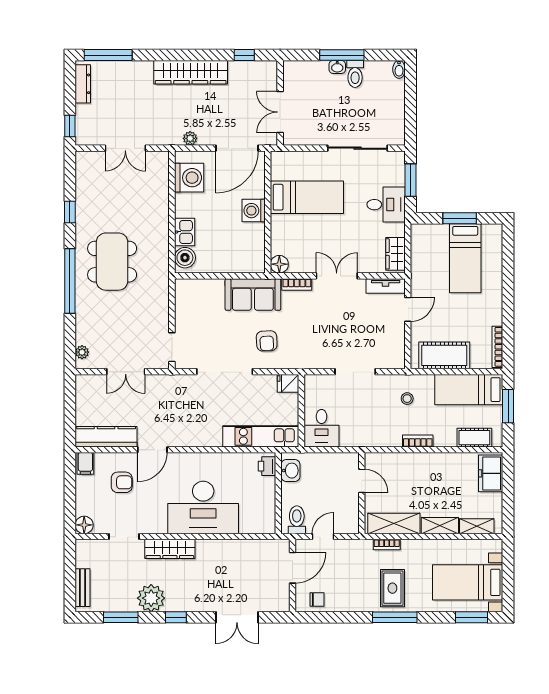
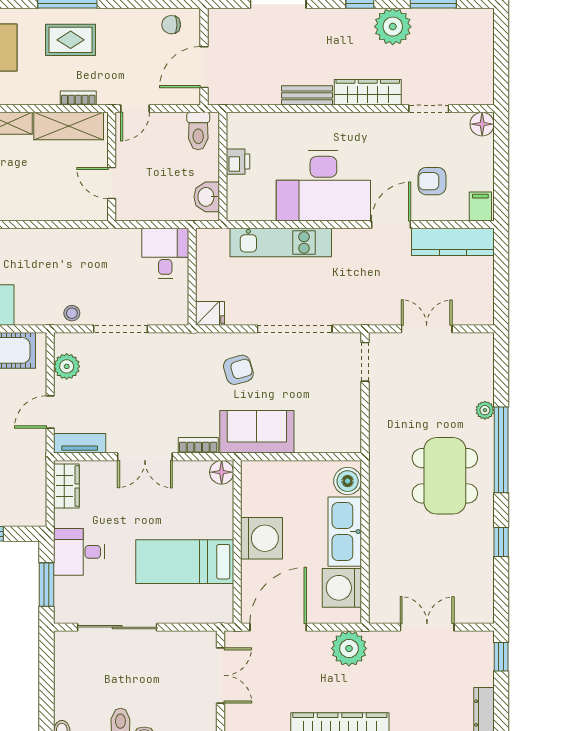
plant: (190, 138) -> (349, 648), width x1.88, depth x1.88
washing machine: (254, 211) -> (262, 538), width x1.37, depth x1.37
kitchen sink: (185, 232) -> (345, 532), width x1.87, depth x1.24
armchair: (267, 341) -> (238, 370), turned 77
plant: (395, 344) -> (67, 366), added
plant: (82, 352) -> (485, 410), moved
stool: (407, 399) -> (72, 313), moved
kitchen unit: (261, 436) -> (281, 242), moved
bookcase: (418, 441) -> (37, 236), removed
printer: (267, 466) -> (238, 162), moved
desk: (203, 508) -> (323, 186), moved, turned 180
door: (323, 537) -> (135, 109), moved
bench: (83, 588) -> (307, 95), moved, turned 90
rug: (392, 588) -> (71, 40), turned 90

